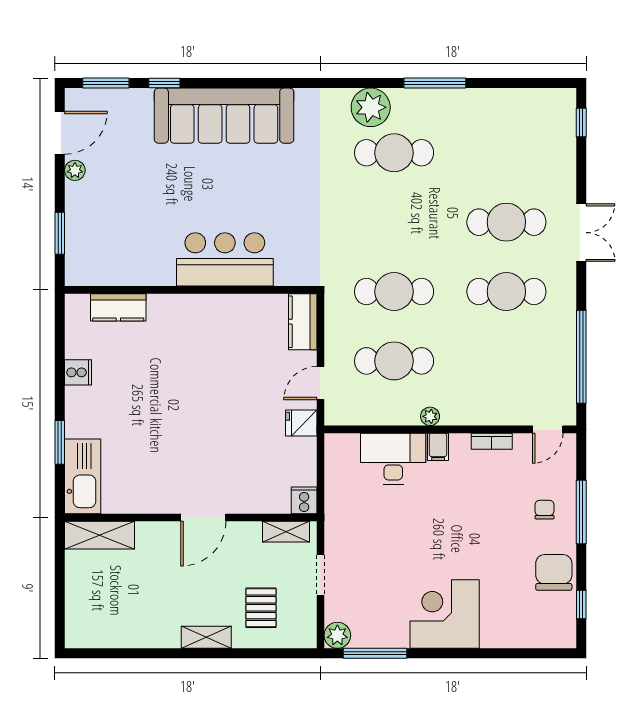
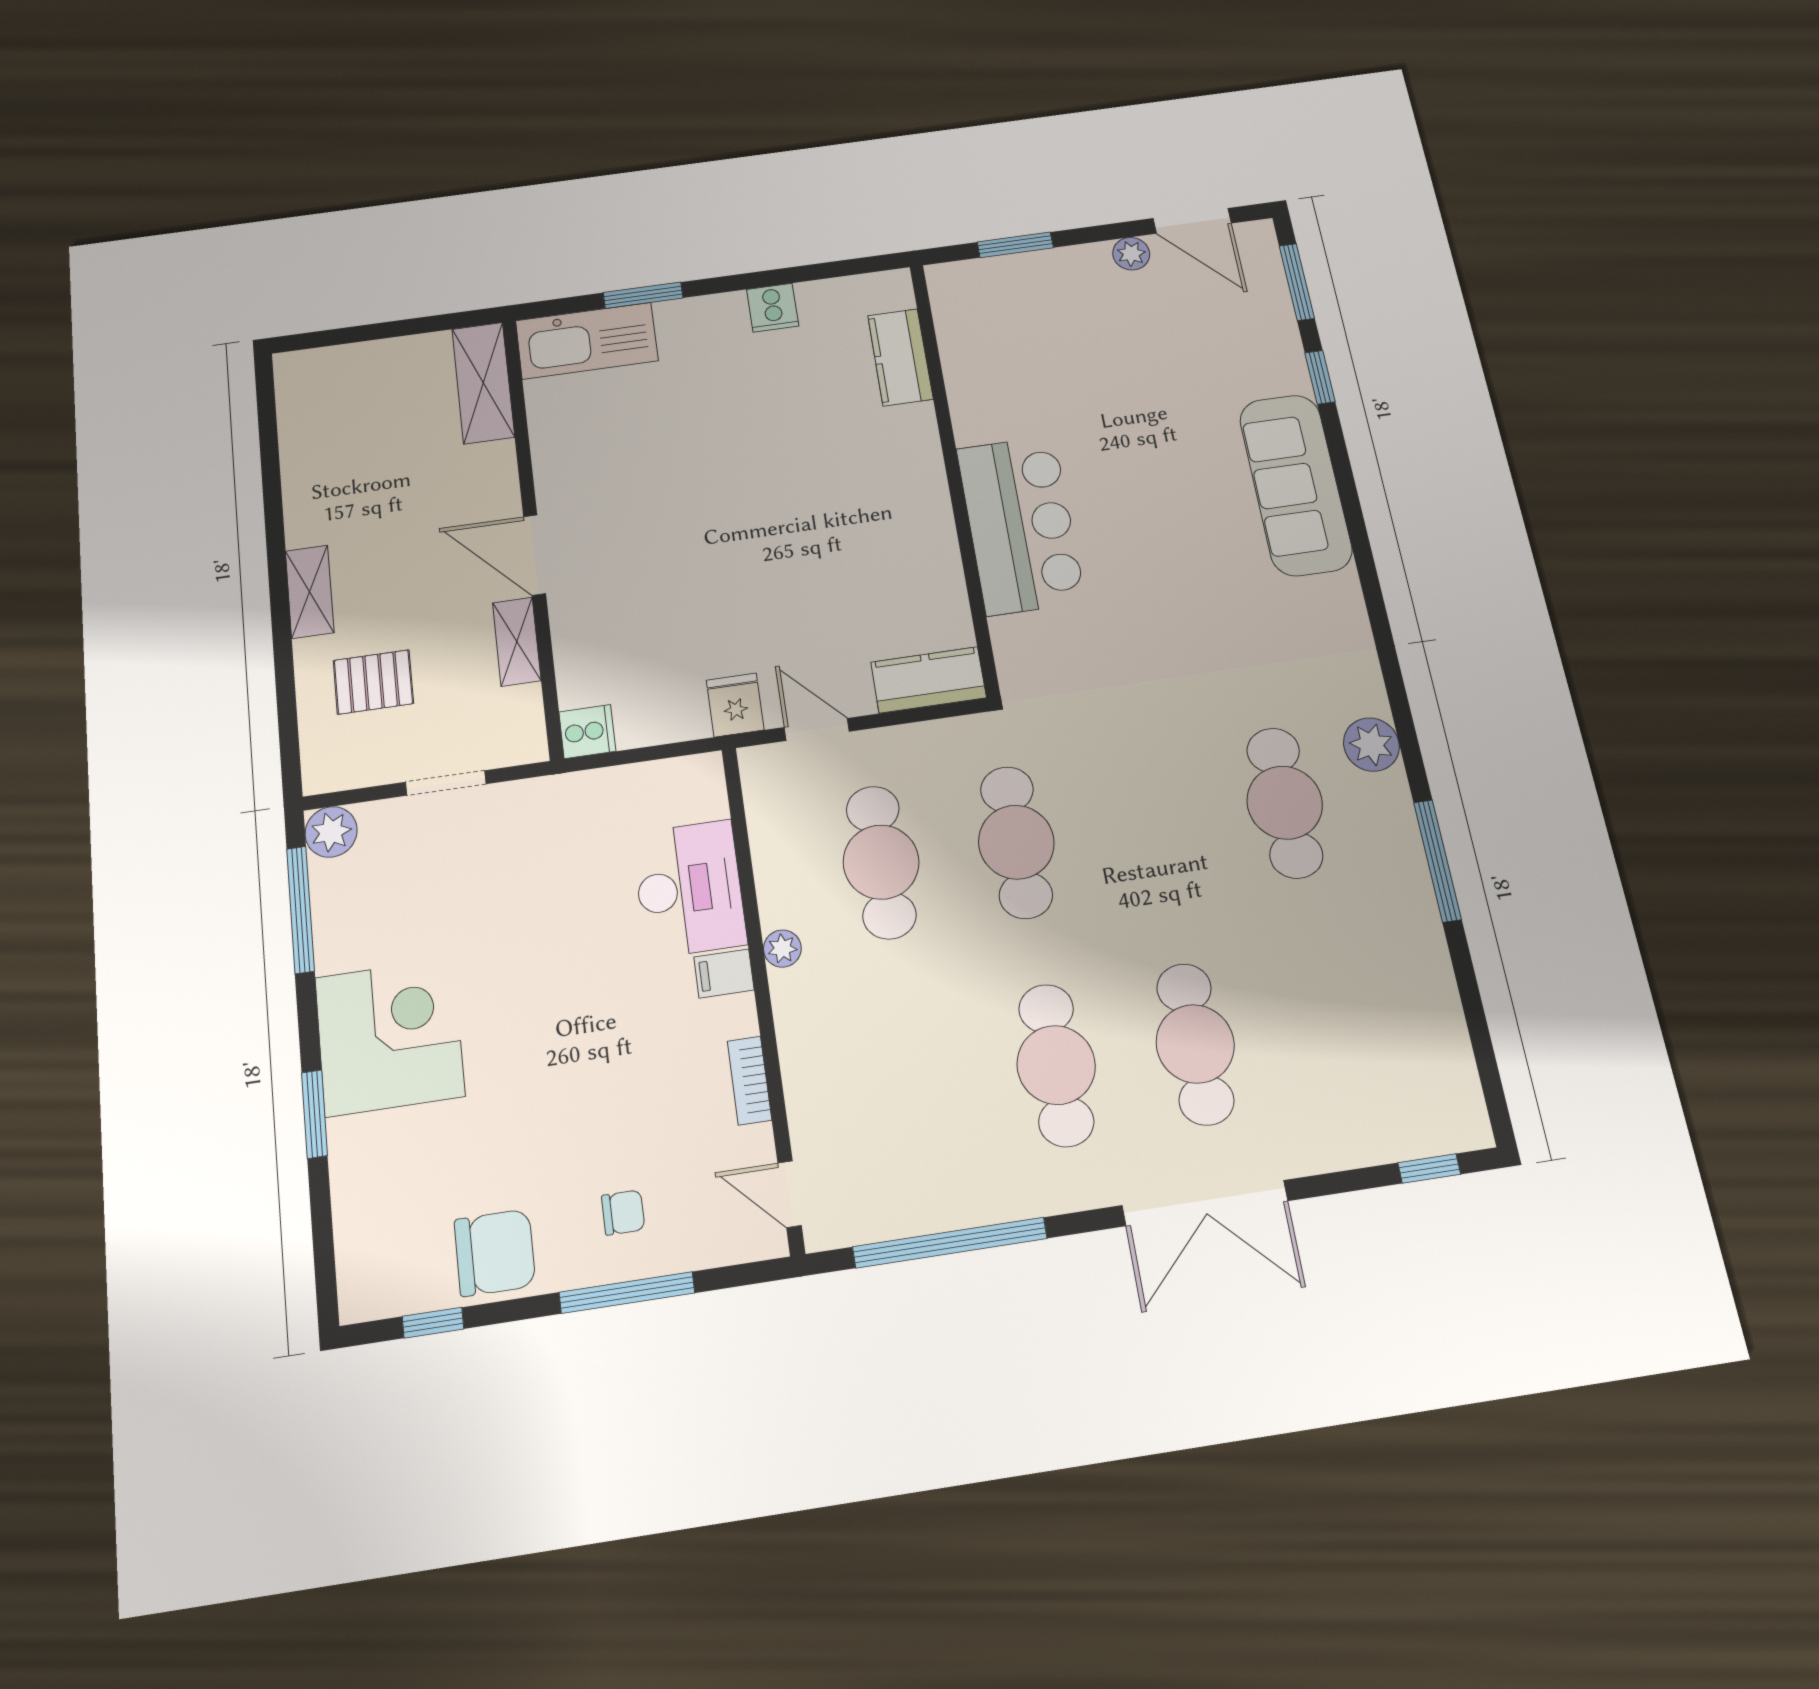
plant: (371, 107) -> (1371, 745), width x0.73, depth x0.73
sofa: (224, 116) -> (1296, 485), width x0.74, depth x0.79
double door: (581, 233) -> (1205, 1203), width x1.37
shelving: (286, 532) -> (517, 642), moved
window: (476, 653) -> (314, 1114), added

